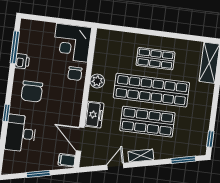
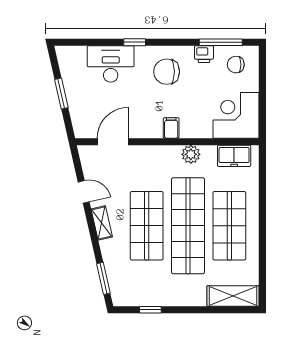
shop shelf: (155, 59) -> (229, 226), width x1.43, depth x1.36
chair: (75, 74) -> (236, 65), moved
freezer: (94, 115) -> (234, 156), moved
window: (210, 139) -> (150, 310), moved
filing cabinet: (67, 160) -> (171, 128), moved

